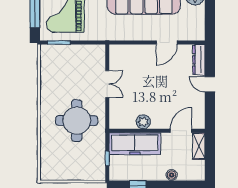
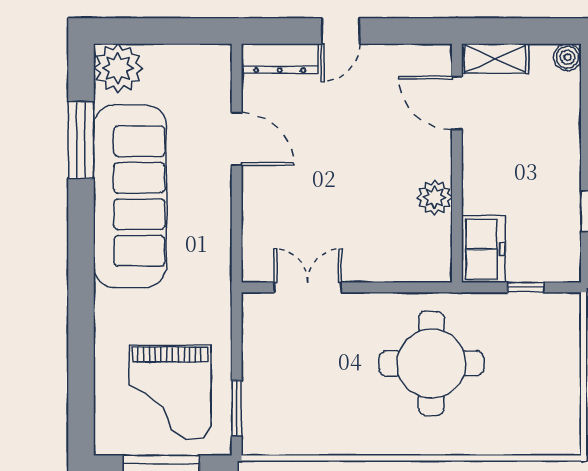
double door: (107, 84) -> (308, 287), moved
freezer: (135, 144) -> (483, 249), width x0.52, depth x0.79
boiler: (172, 175) -> (567, 57), moved

